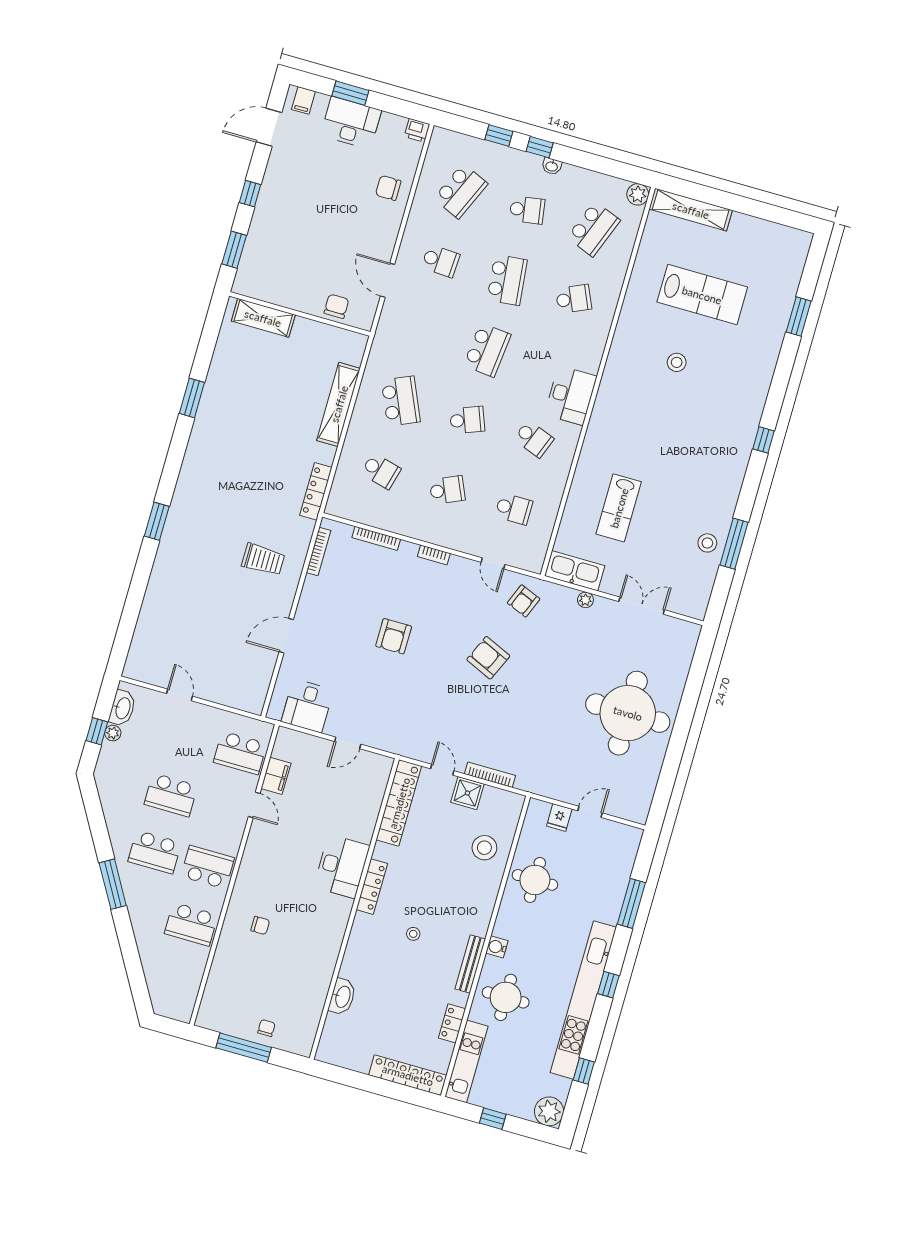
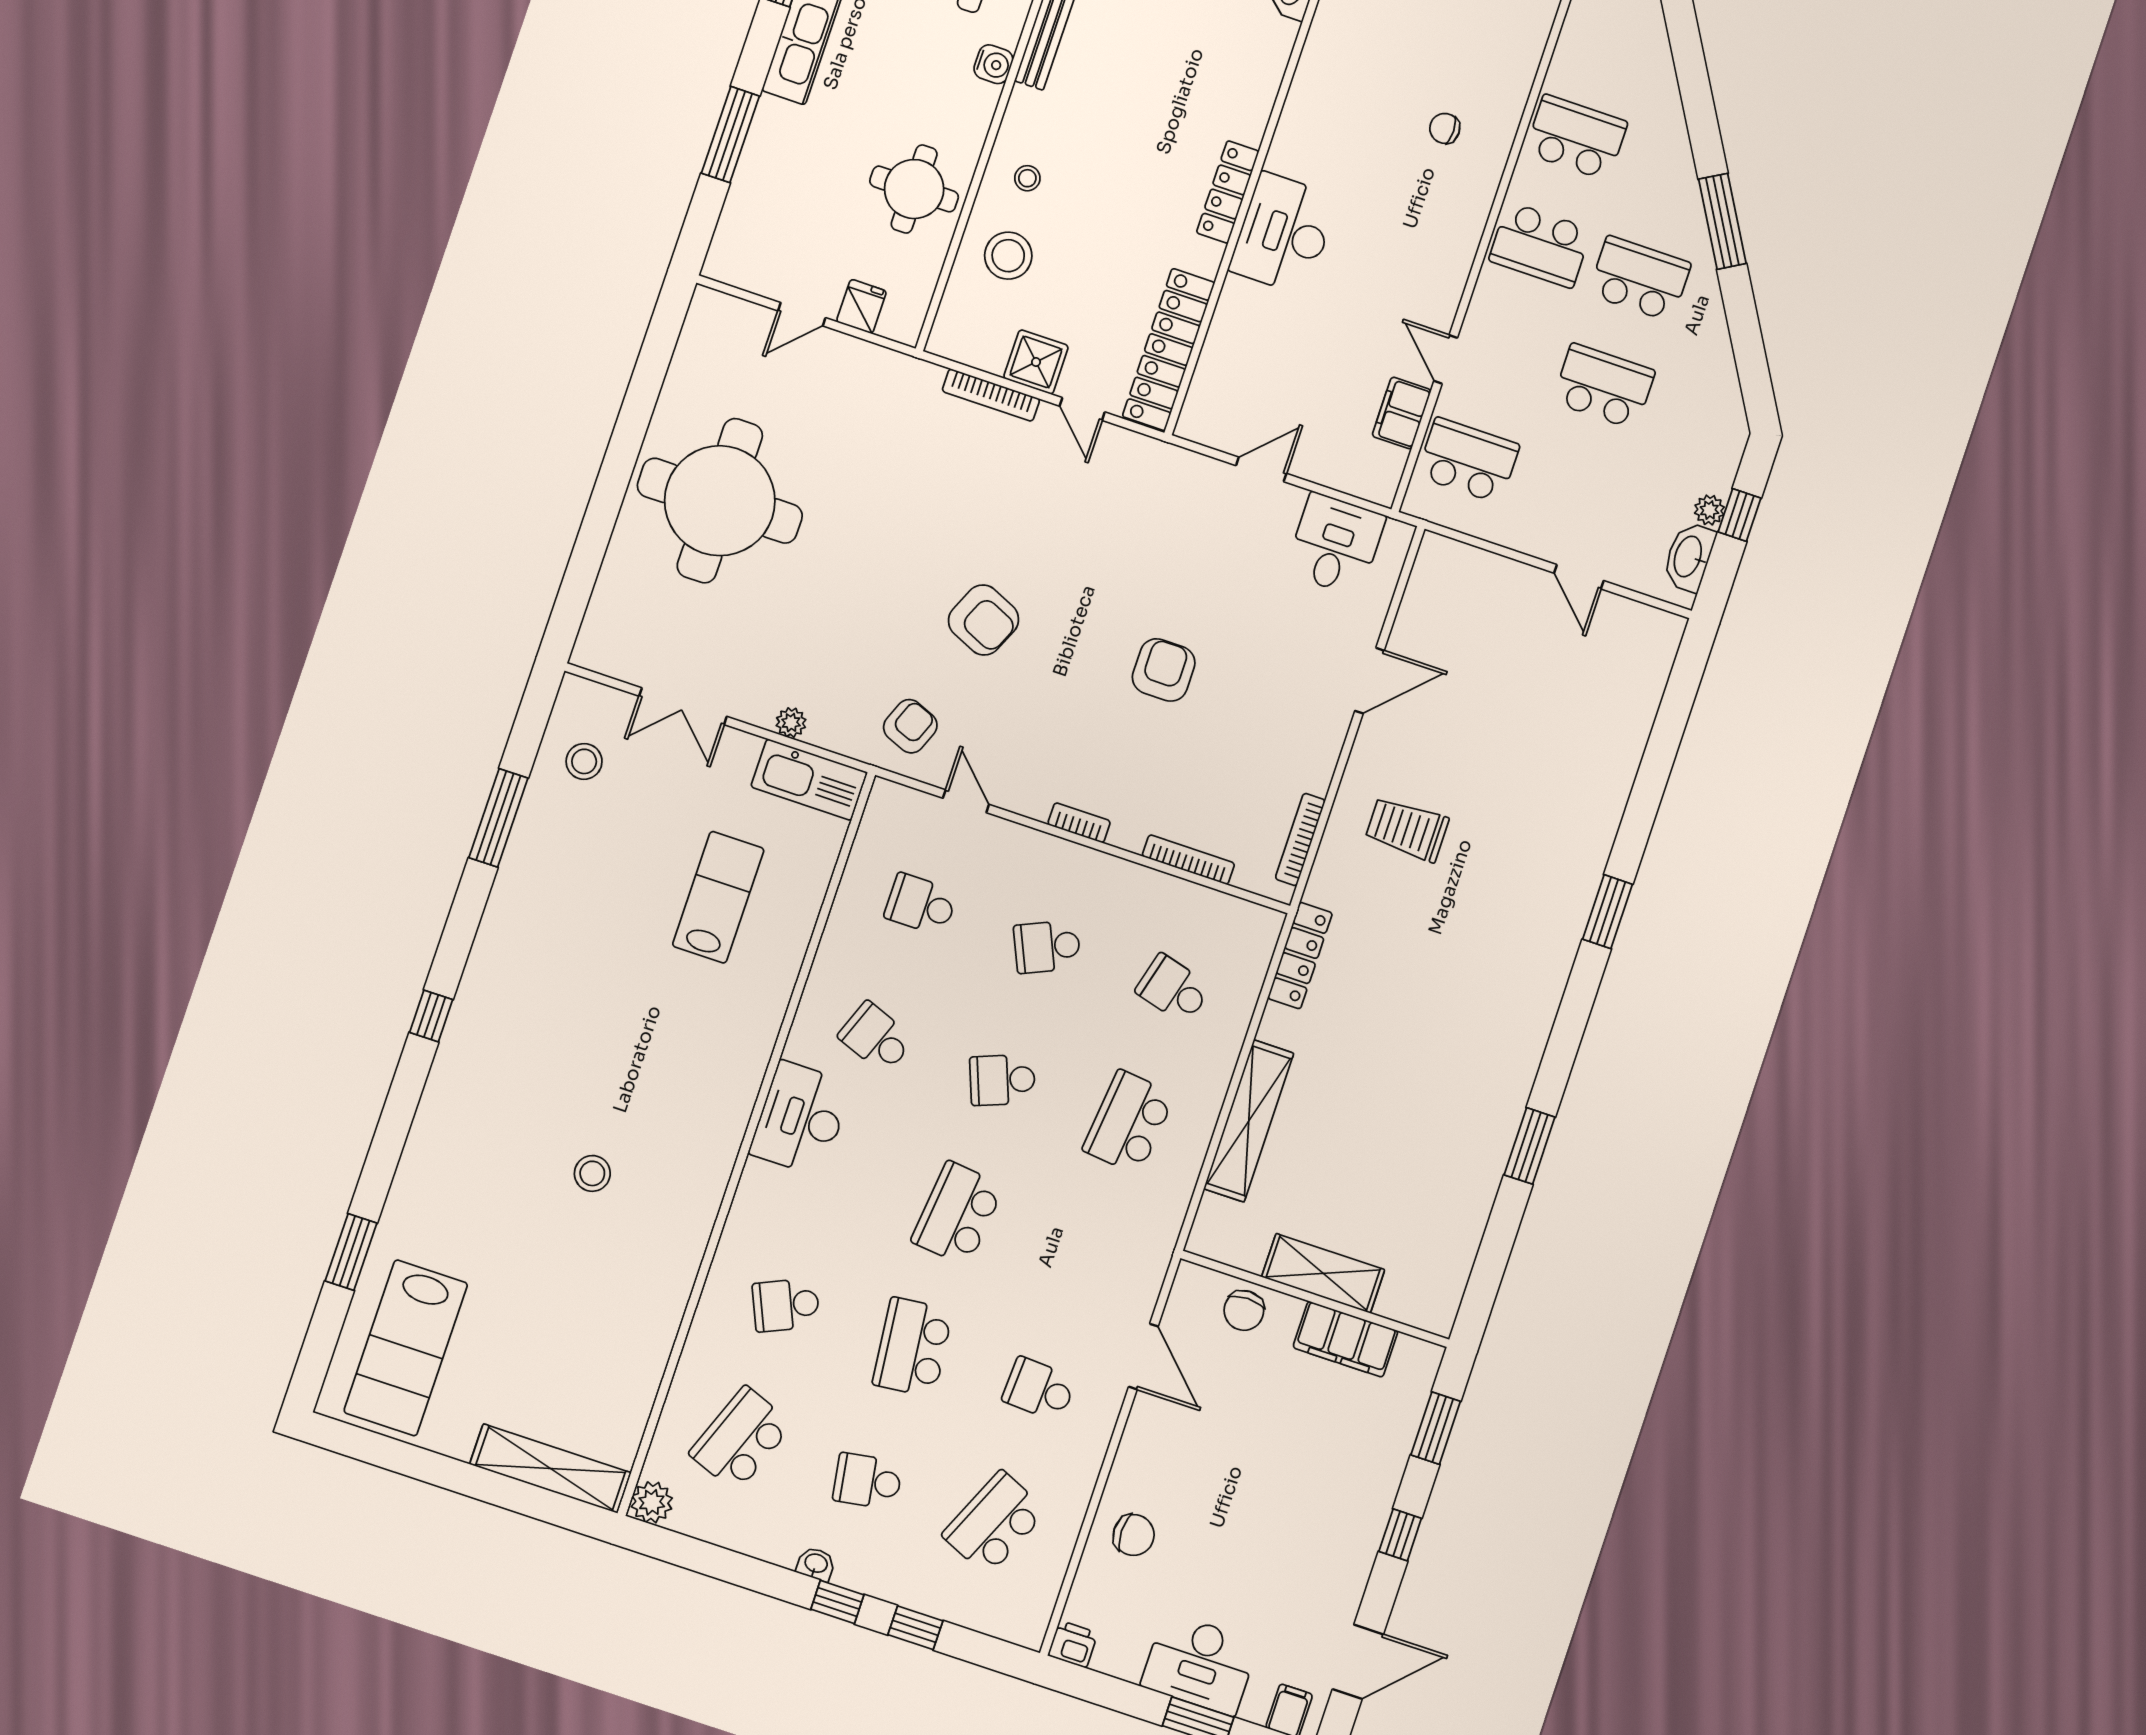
filing cabinet: (283, 294) -> (1345, 1339), added
lab bench: (702, 295) -> (406, 1348), moved, turned -90
shelving: (263, 318) -> (1323, 1273), moved
school desk: (401, 401) -> (1129, 1122), turned 30
stool: (707, 543) -> (584, 761), moved
stool: (413, 934) -> (1027, 178), moved

